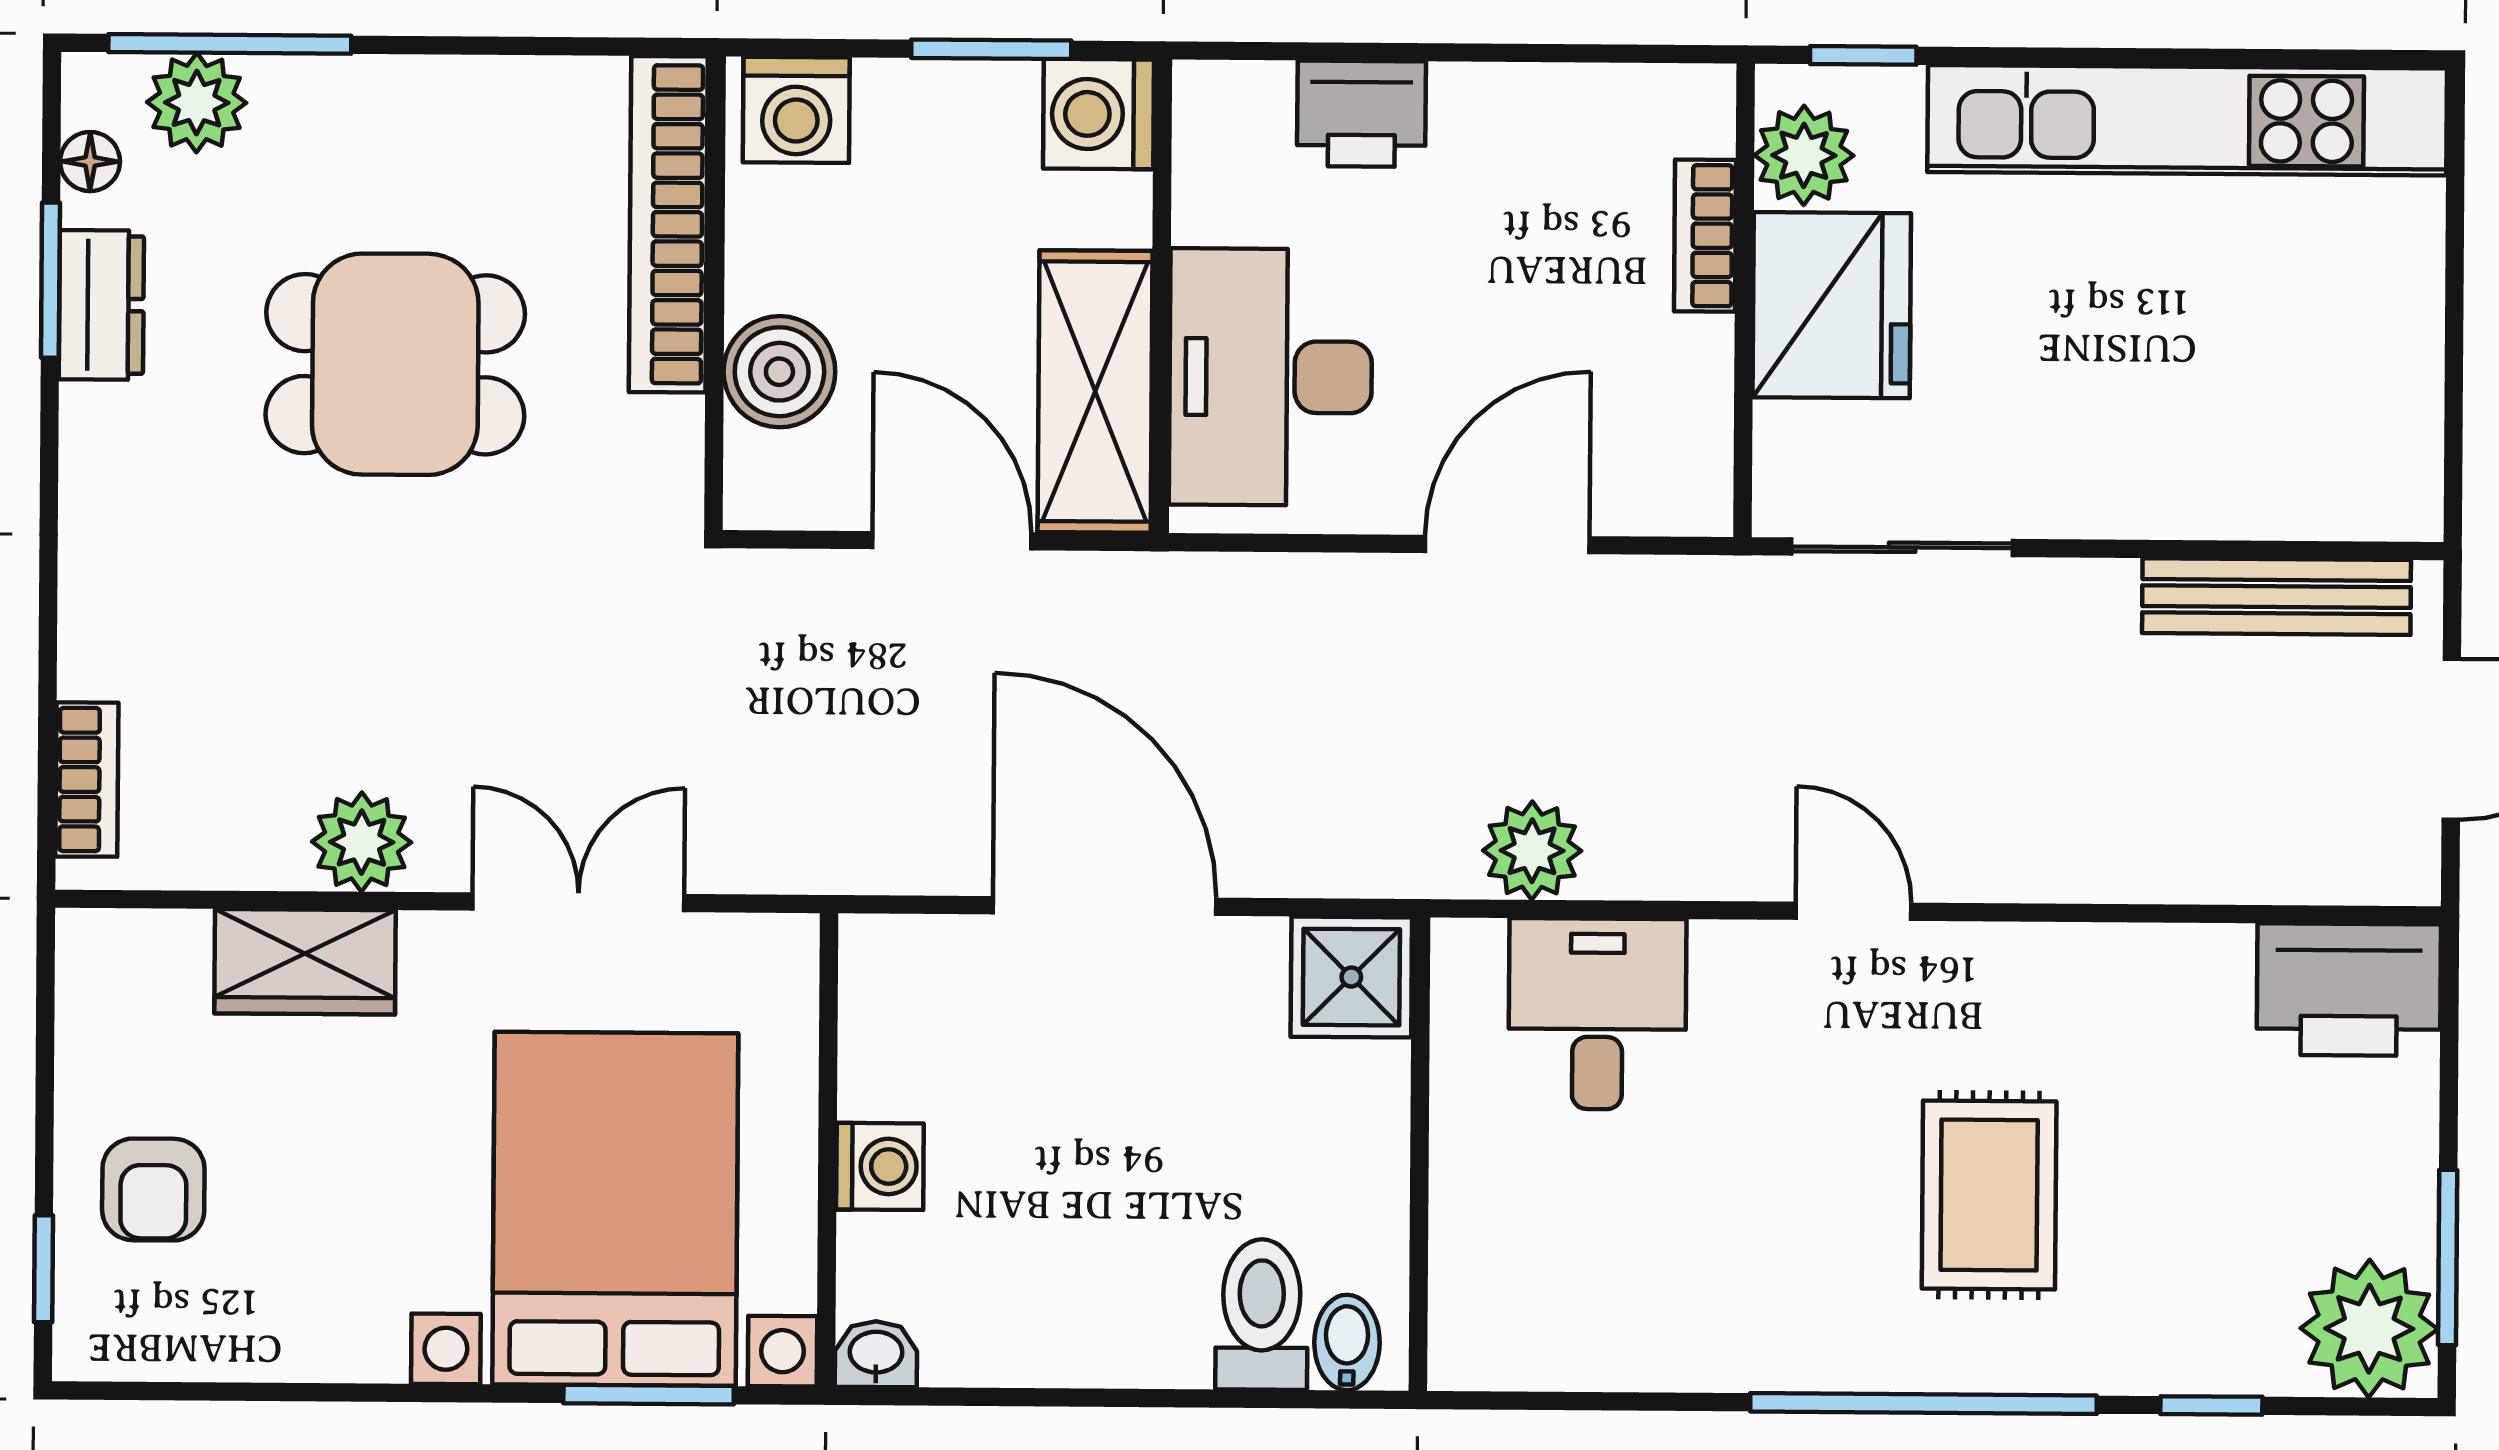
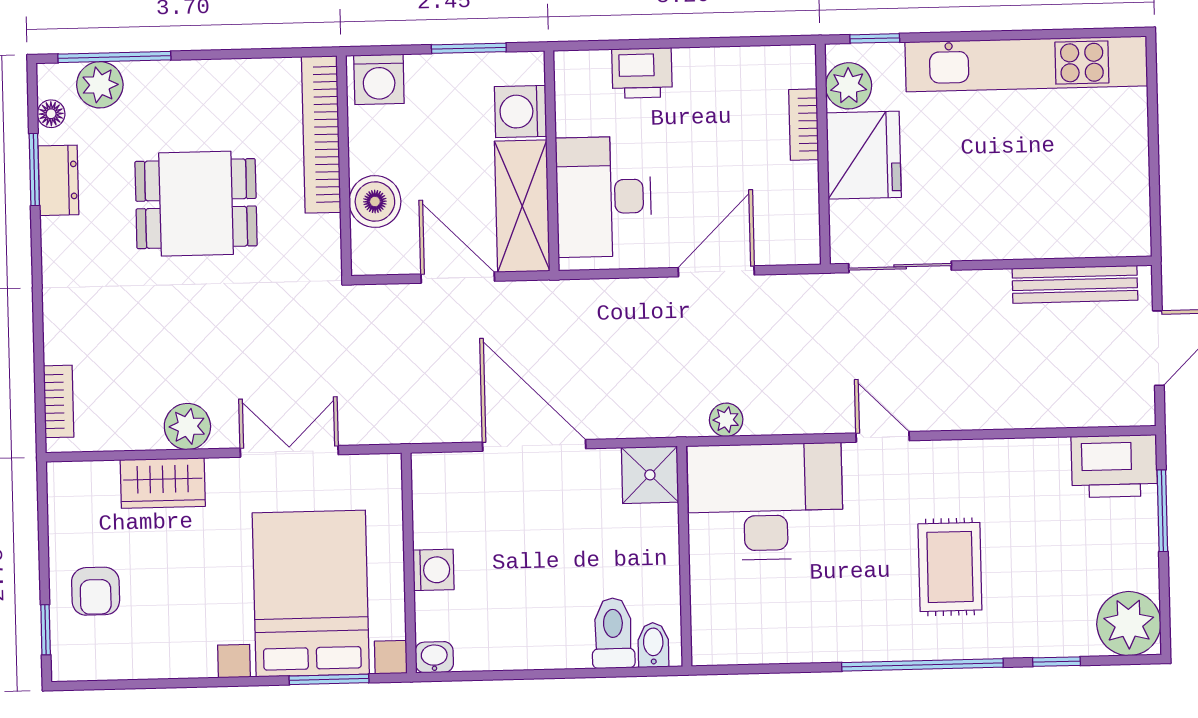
washing machine: (1098, 114) -> (520, 111), moved
plant: (1532, 851) -> (726, 420), width x0.73, depth x0.73
desk: (1597, 1014) -> (765, 502), width x1.87, depth x1.30
window: (2448, 1257) -> (1162, 511), moved

